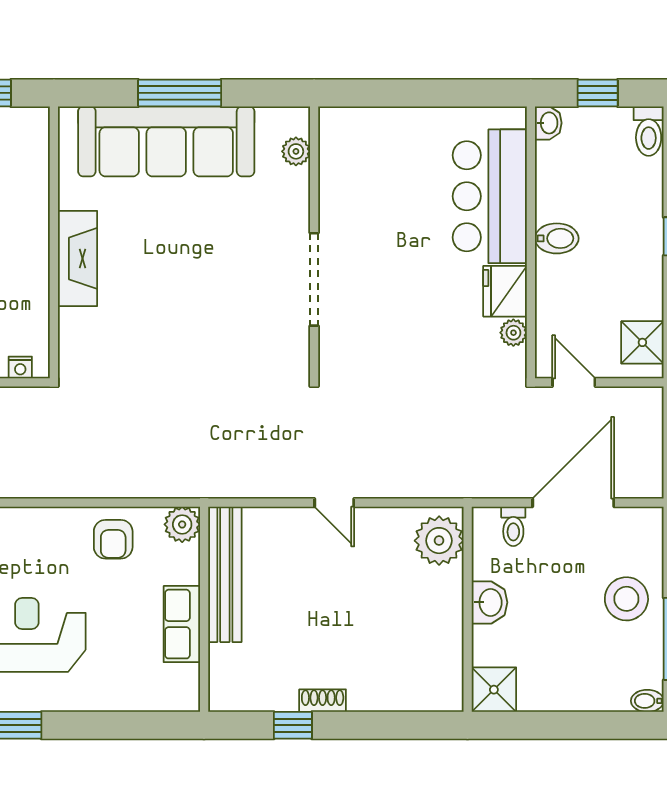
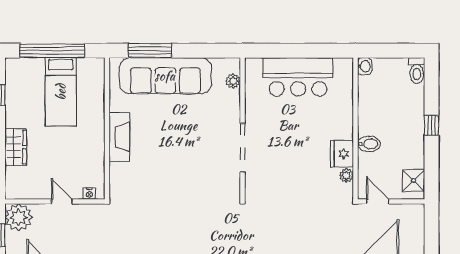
window: (180, 93) -> (150, 51), moved
window: (598, 93) -> (390, 51), removed
bar counter: (490, 196) -> (298, 77), moved, turned -90
bidet: (557, 238) -> (369, 144), moved

